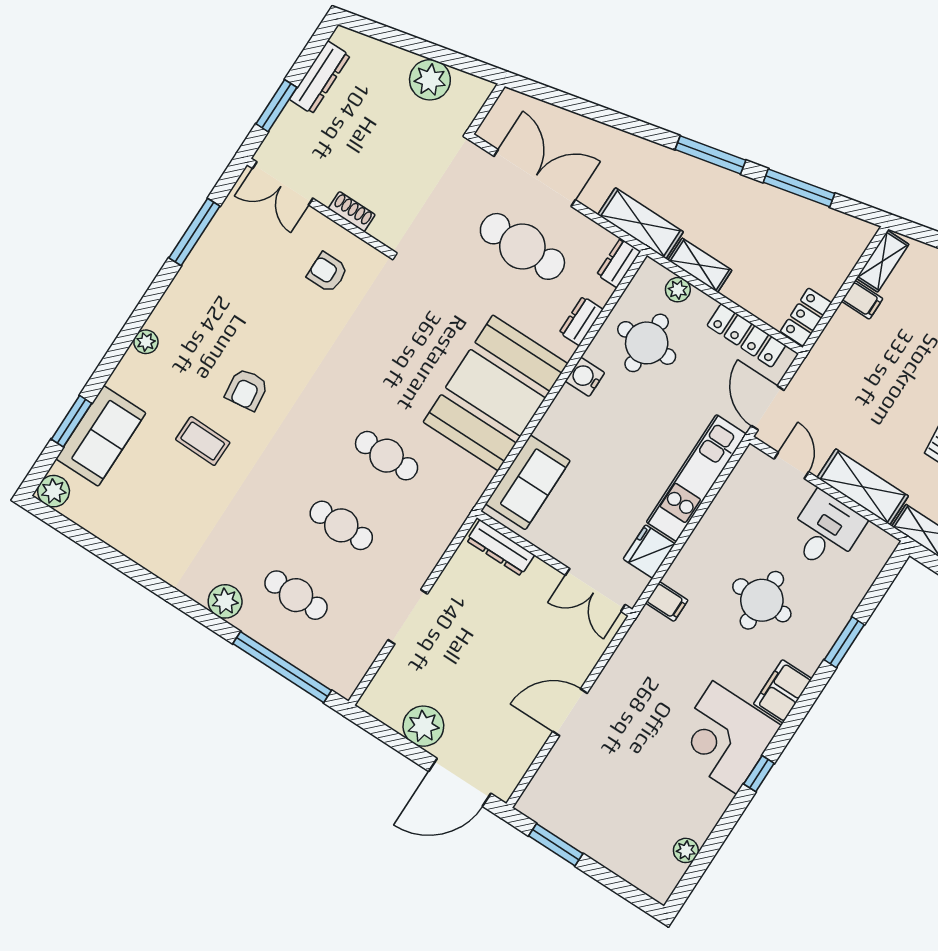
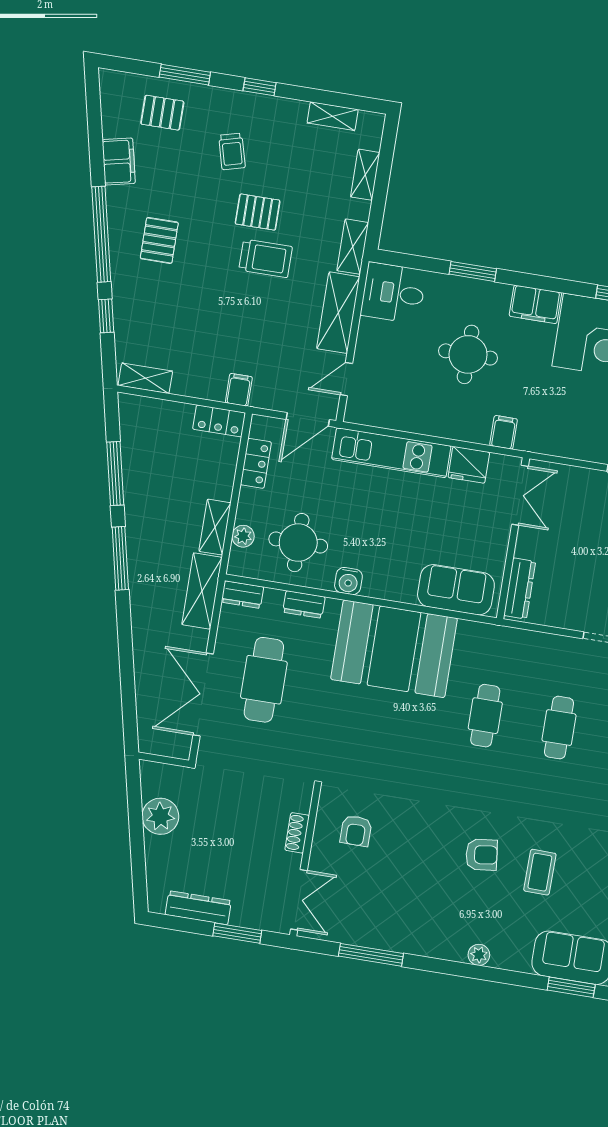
filing cabinet: (862, 300) -> (239, 390), moved
locker: (746, 335) -> (256, 463), width x0.66
desk: (826, 531) -> (393, 293), moved

